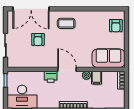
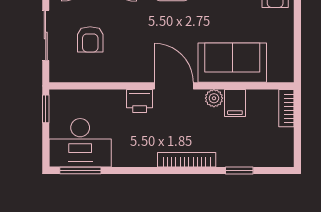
armchair: (38, 39) -> (90, 39), moved
sofa: (108, 58) -> (232, 63), moved

